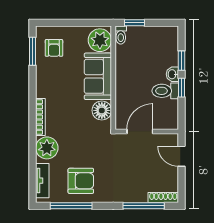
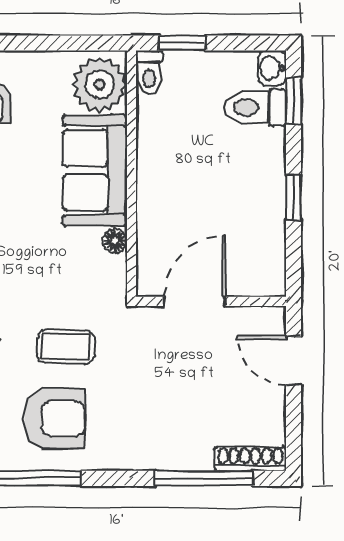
window: (181, 61) -> (294, 101), moved
washbasin: (172, 74) -> (272, 68), moved
toilet: (165, 91) -> (255, 108), moved
floor lamp: (102, 110) -> (115, 241), width x0.53, depth x0.53
coffee table: (86, 150) -> (66, 347), added

